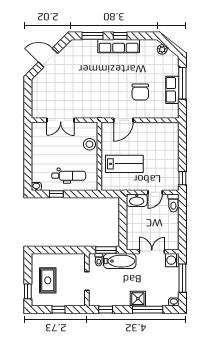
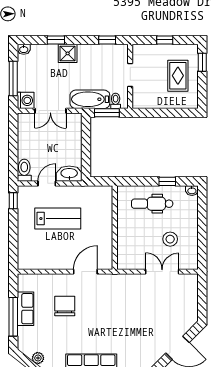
stool: (89, 144) -> (170, 239), moved
lab bench: (124, 164) -> (58, 219), moved, turned 180
window: (148, 310) -> (56, 40), width x0.46

